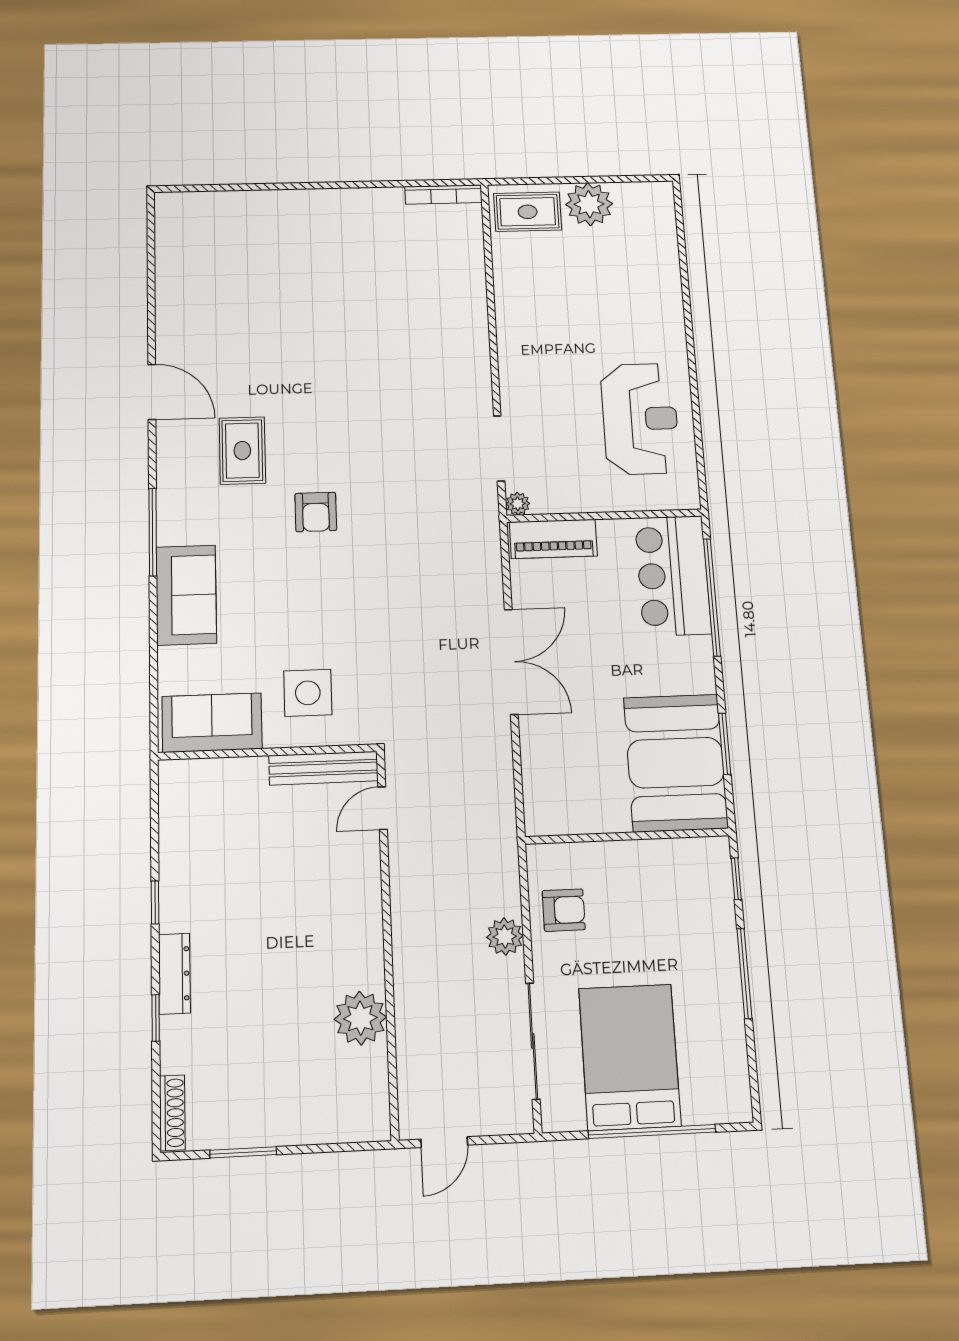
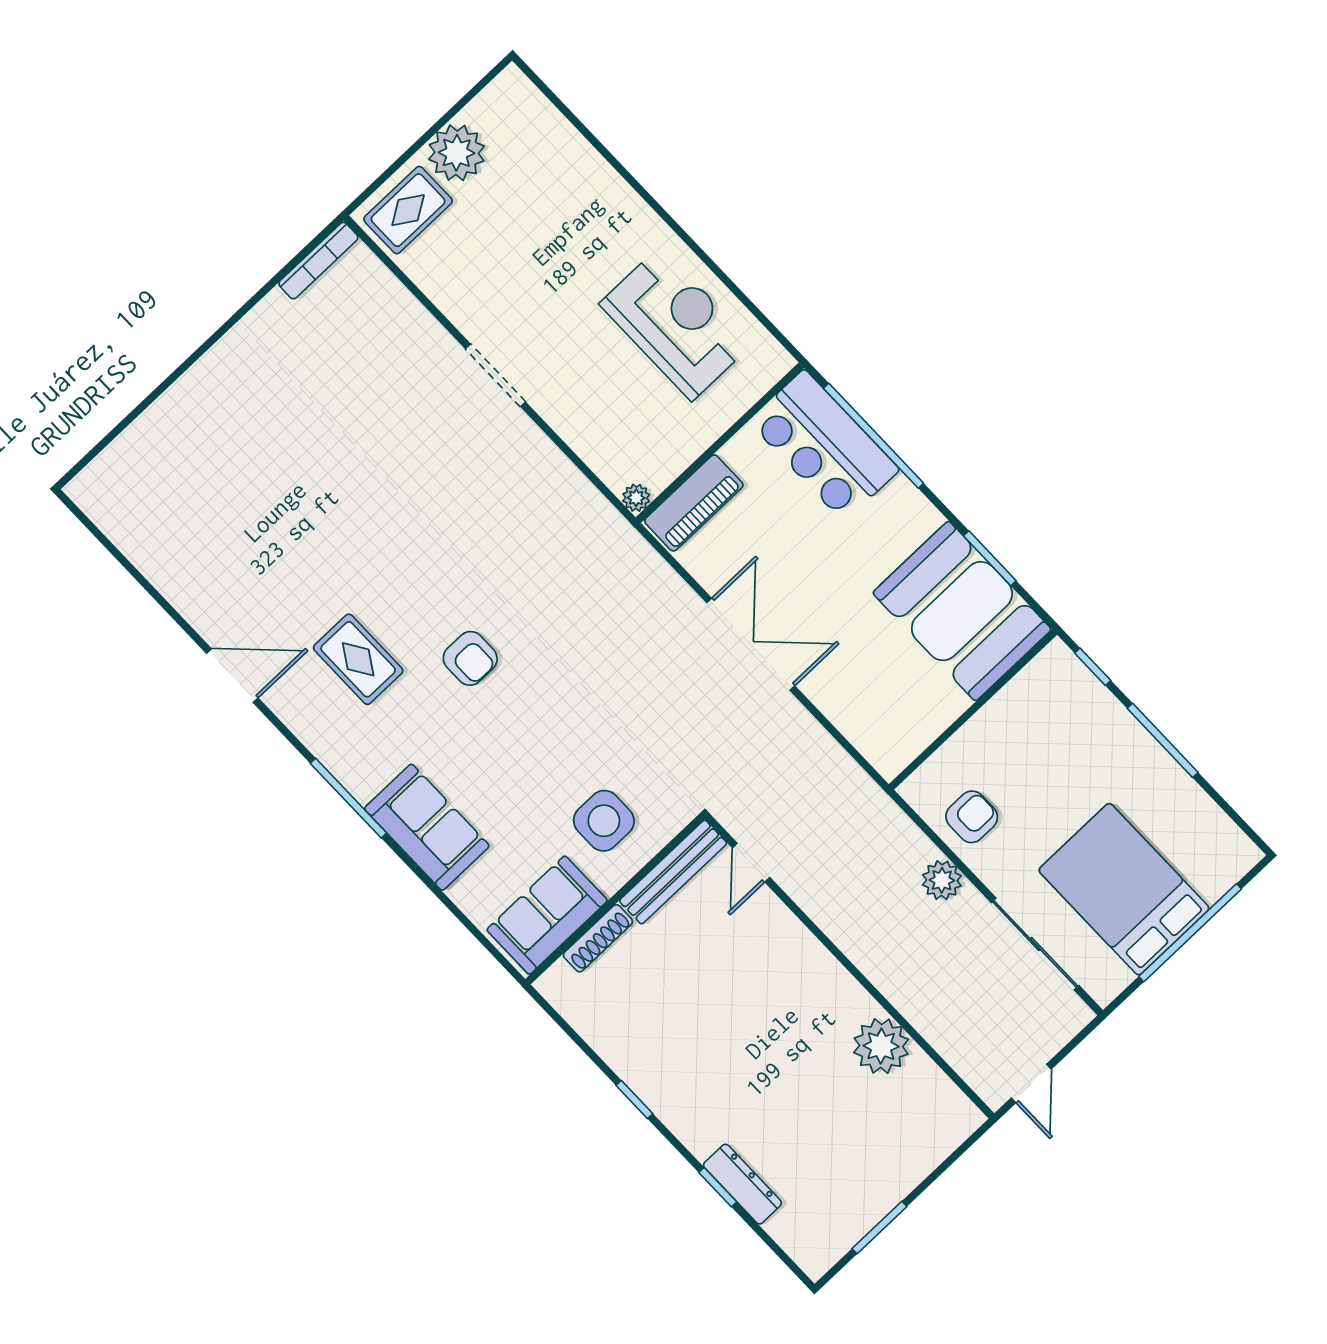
doorway: (499, 448) -> (495, 375), moved
dresser: (174, 974) -> (742, 1184), moved
shoe rack: (172, 1113) -> (598, 938), moved, turned 90

